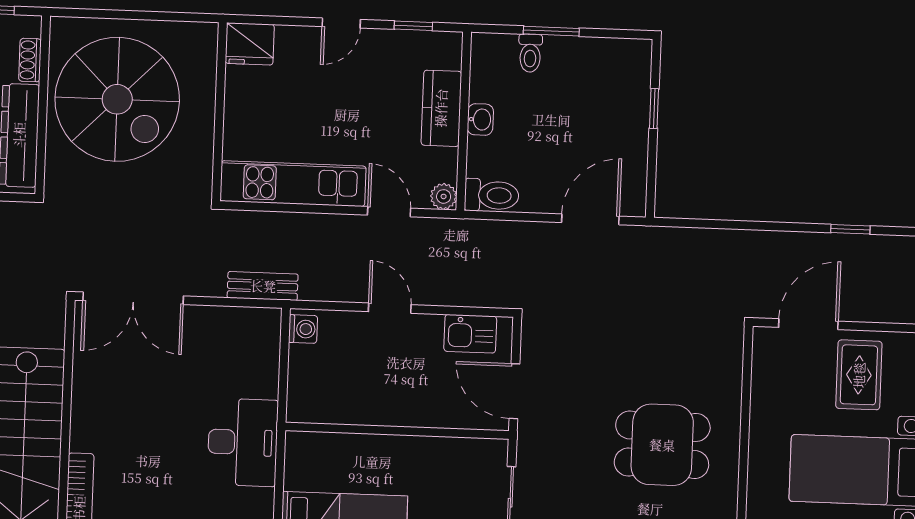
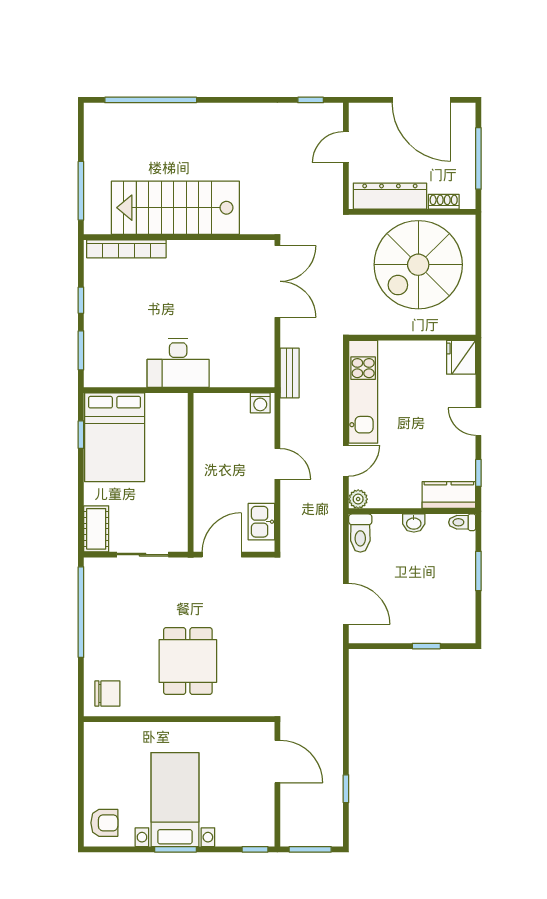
toilet: (530, 53) -> (462, 522), moved
kitchen counter: (441, 108) -> (449, 495), moved
double door: (133, 298) -> (277, 281), swing flipped
door: (390, 308) -> (277, 464), hinge flipped
rug: (859, 375) -> (243, 799), removed

